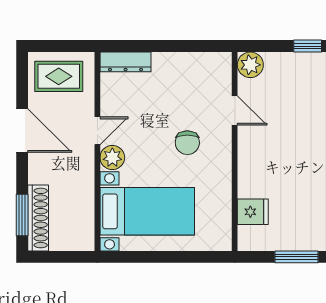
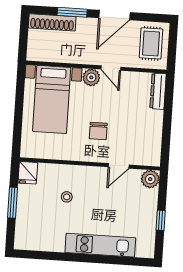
chair: (187, 143) -> (98, 131), turned -90
stool: (283, 181) -> (67, 197), added
fridge: (253, 212) -> (28, 173), moved
window: (22, 215) -> (72, 12), moved

